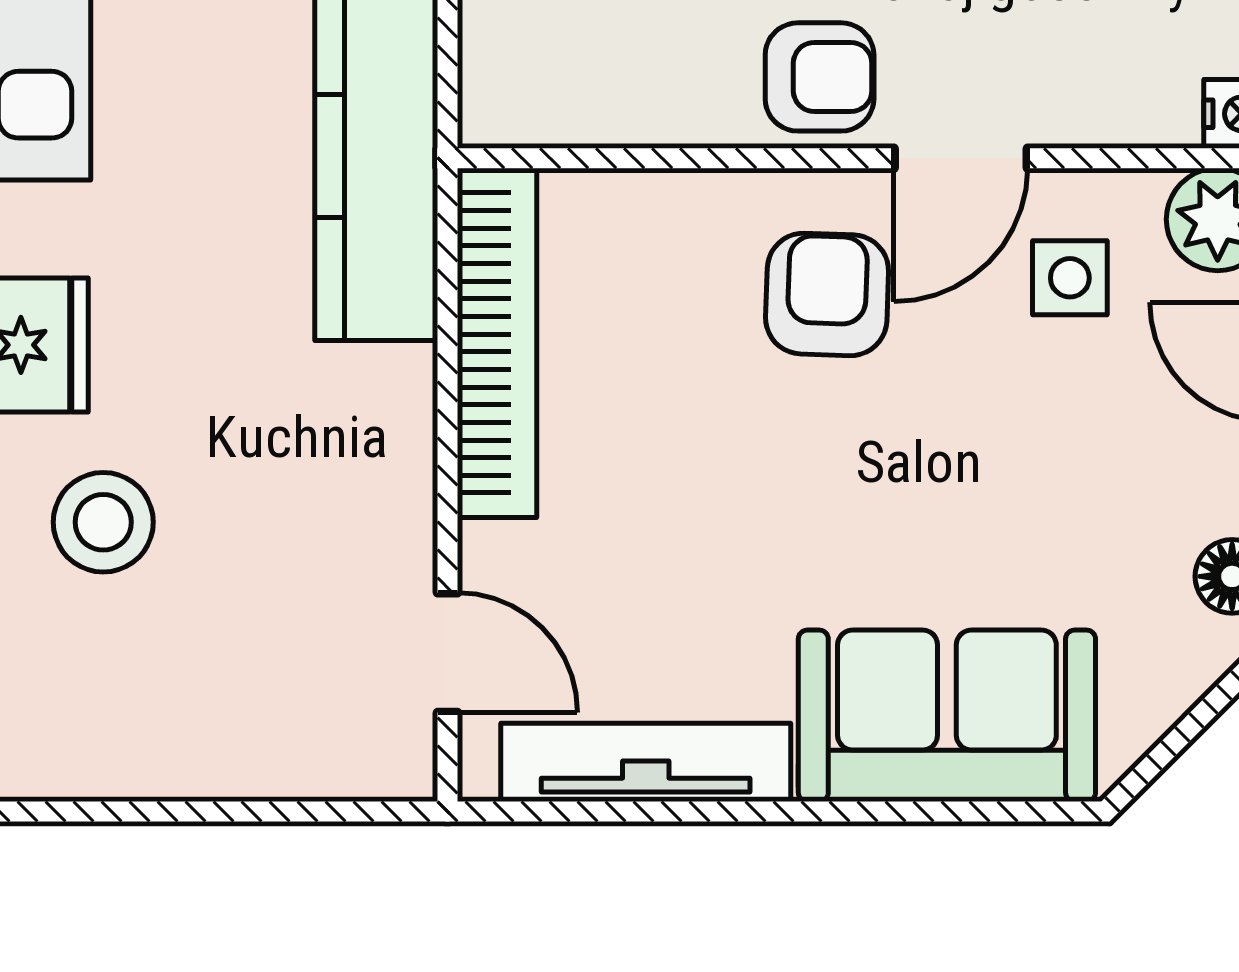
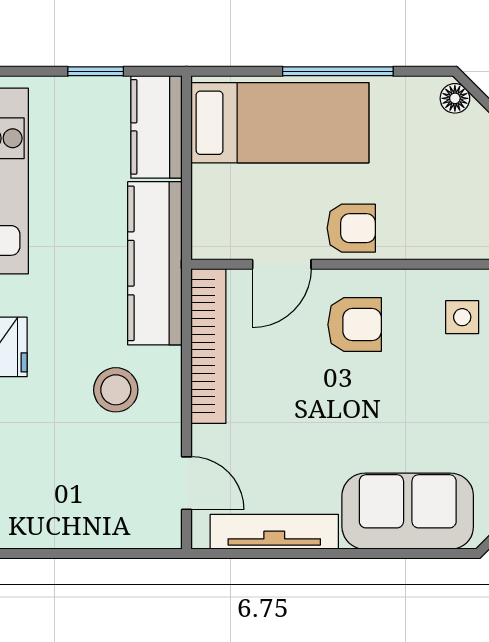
door: (961, 158) -> (282, 264), moved
armchair: (827, 294) -> (355, 325), turned 88
stool: (103, 522) -> (116, 390), moved

